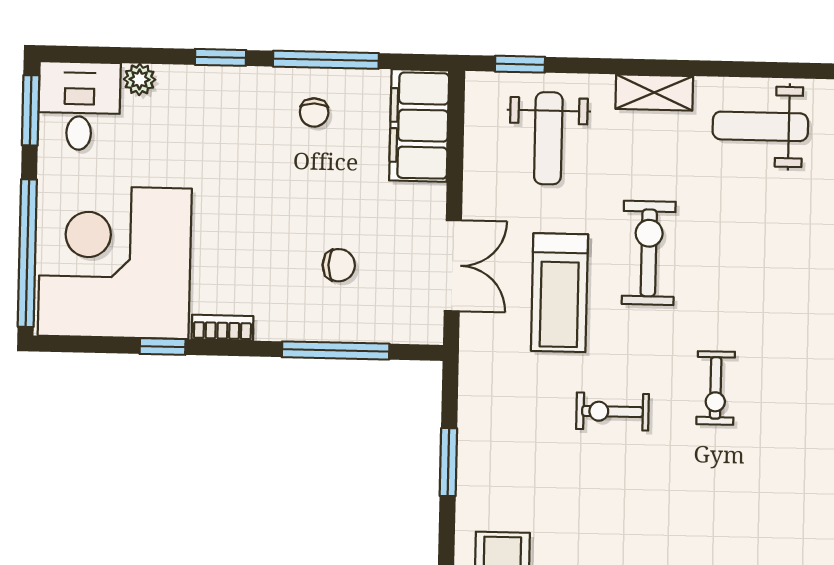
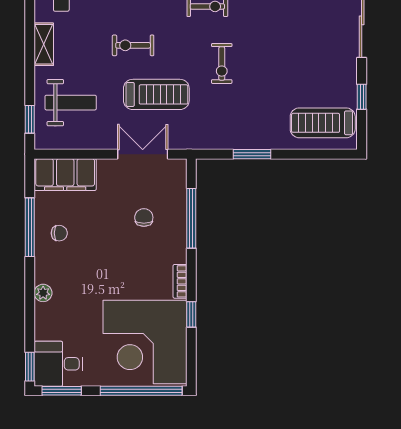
window: (220, 57) -> (30, 367), moved
plant: (140, 79) -> (43, 293), moved
exercise bike: (649, 253) -> (133, 45), width x0.73, depth x0.72

